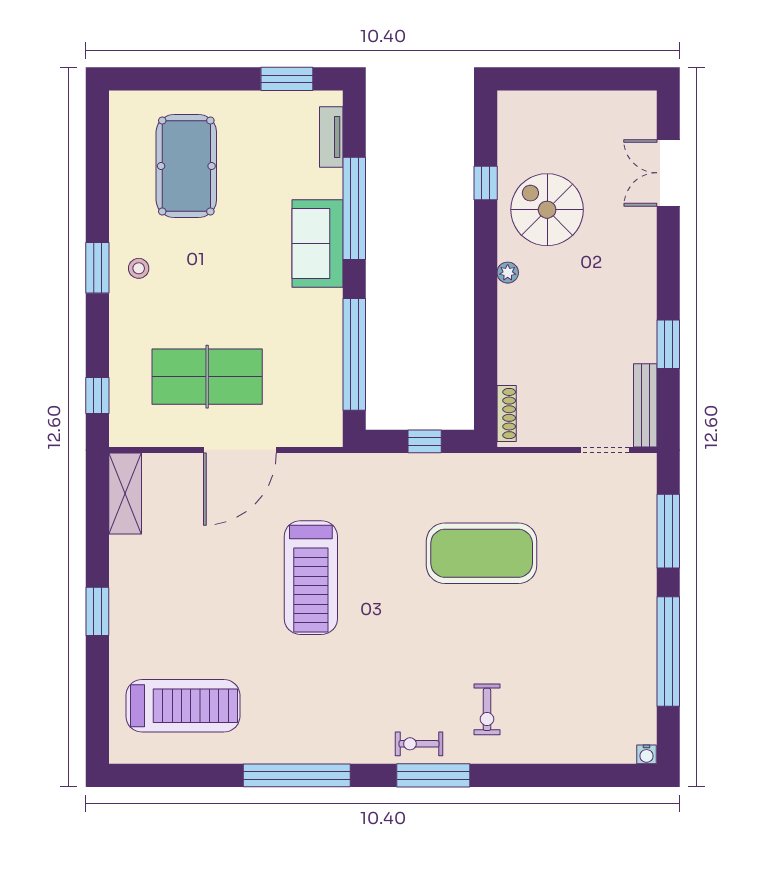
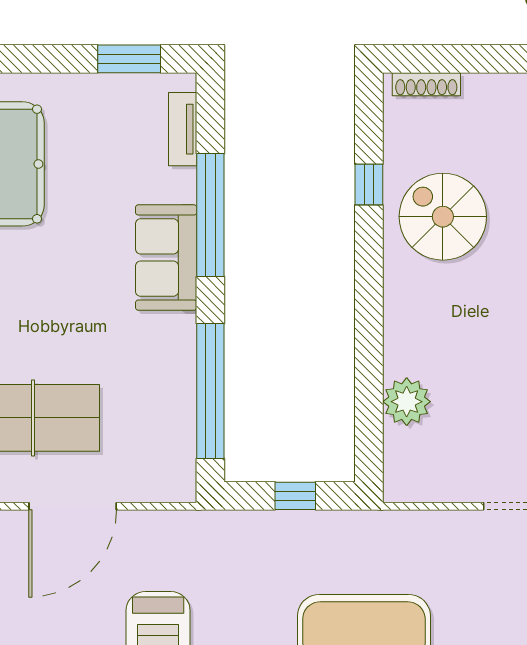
plant: (508, 273) -> (407, 402), moved, width x1.88, depth x1.88
shoe rack: (507, 414) -> (426, 84), moved, turned 90

